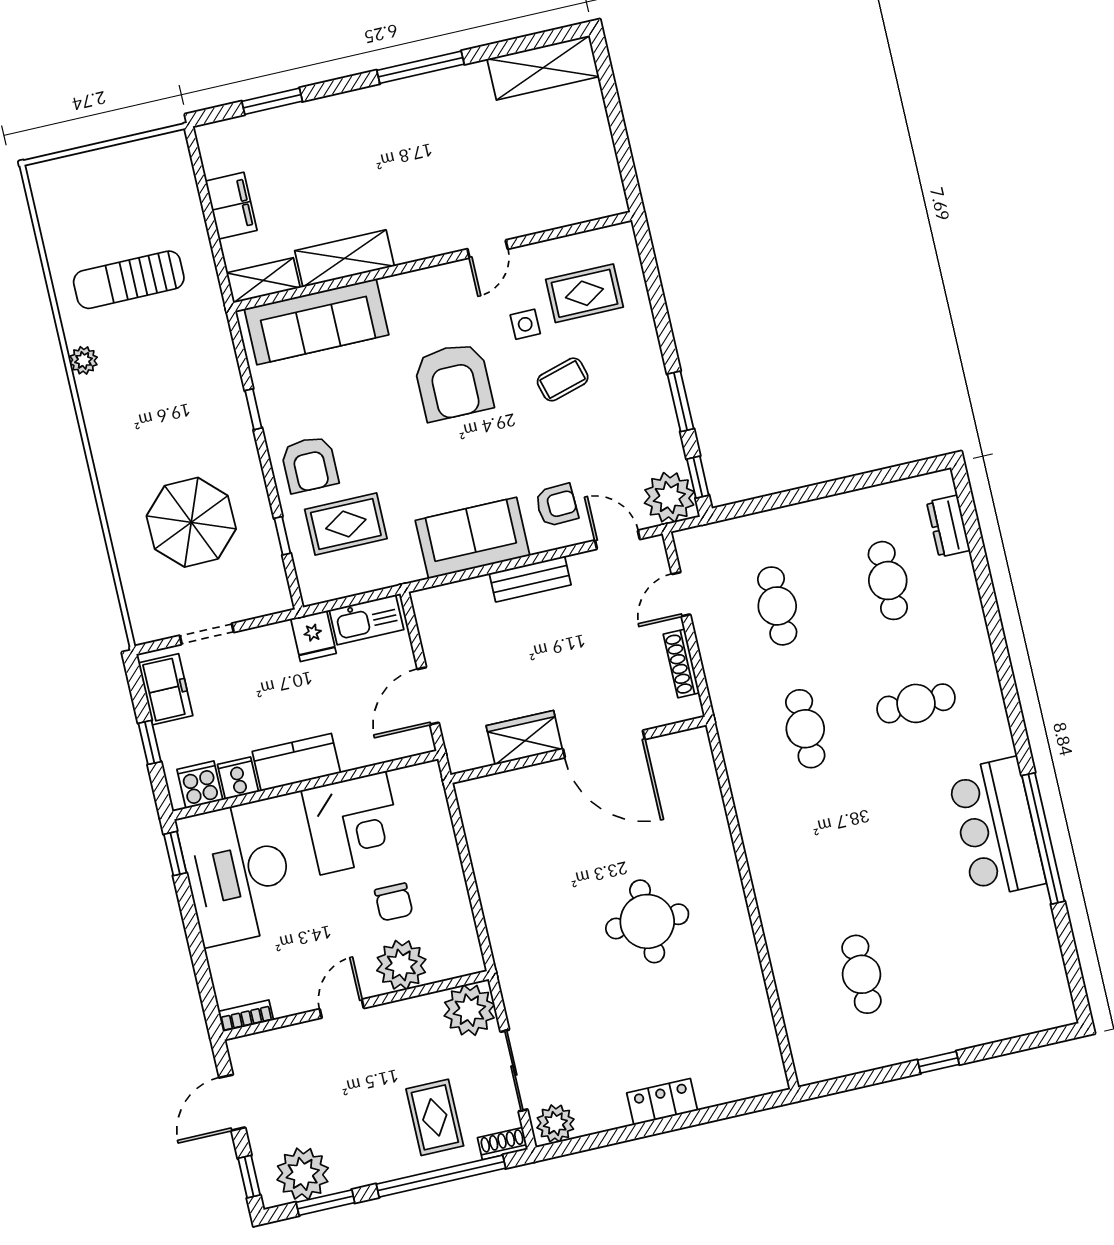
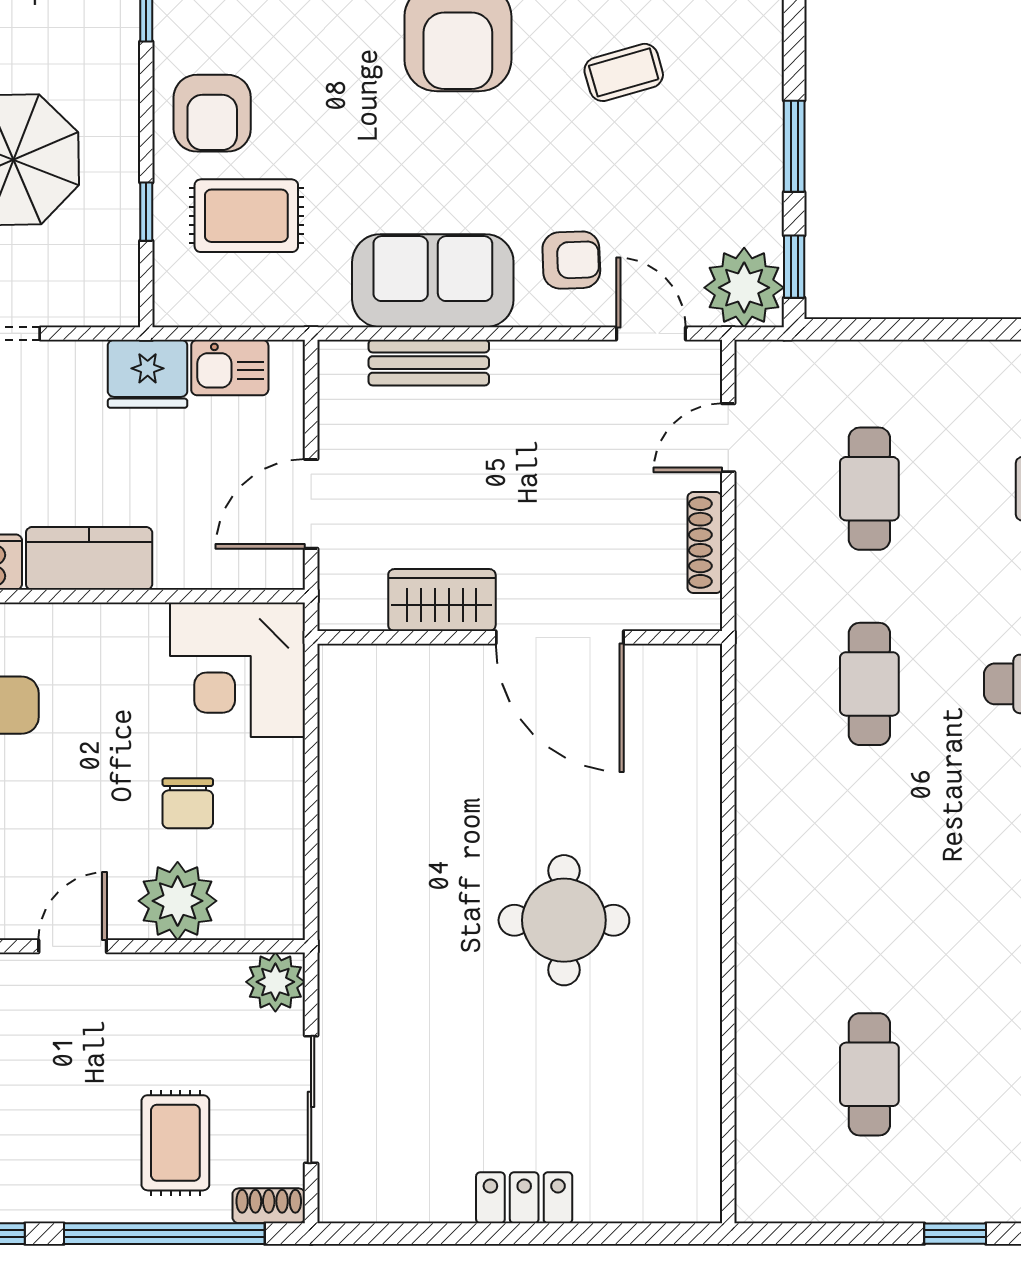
bench: (530, 579) -> (429, 363), moved
kitchen sink: (366, 620) -> (230, 368), width x0.73
fridge: (313, 636) -> (148, 374), width x1.38
corner desk: (353, 823) -> (238, 670), moved, turned 90
plant: (469, 1010) -> (275, 982), width x0.73, depth x0.73
plant: (555, 1123) -> (355, 1194), removed

